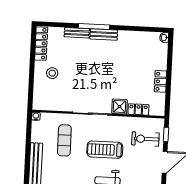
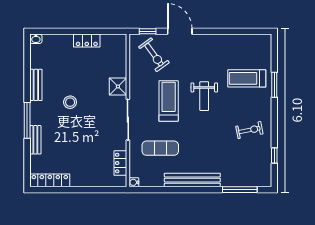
bench: (104, 35) -> (36, 85), moved
stool: (52, 73) -> (70, 102), moved
locker: (138, 109) -> (120, 163), moved
exercise bike: (145, 139) -> (154, 55), turned -36
treadmill: (105, 150) -> (169, 101), turned 180

